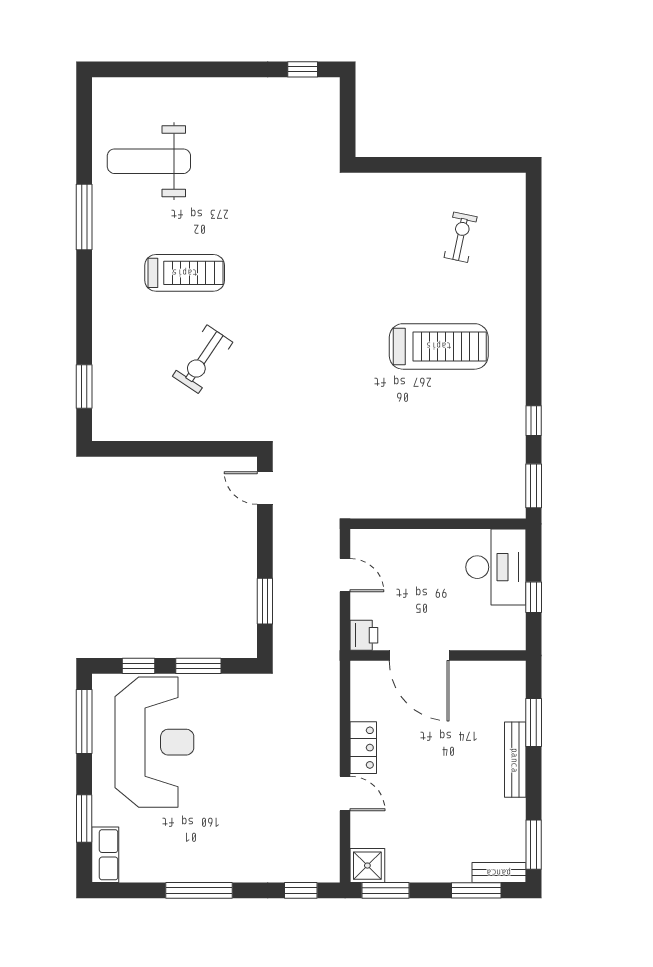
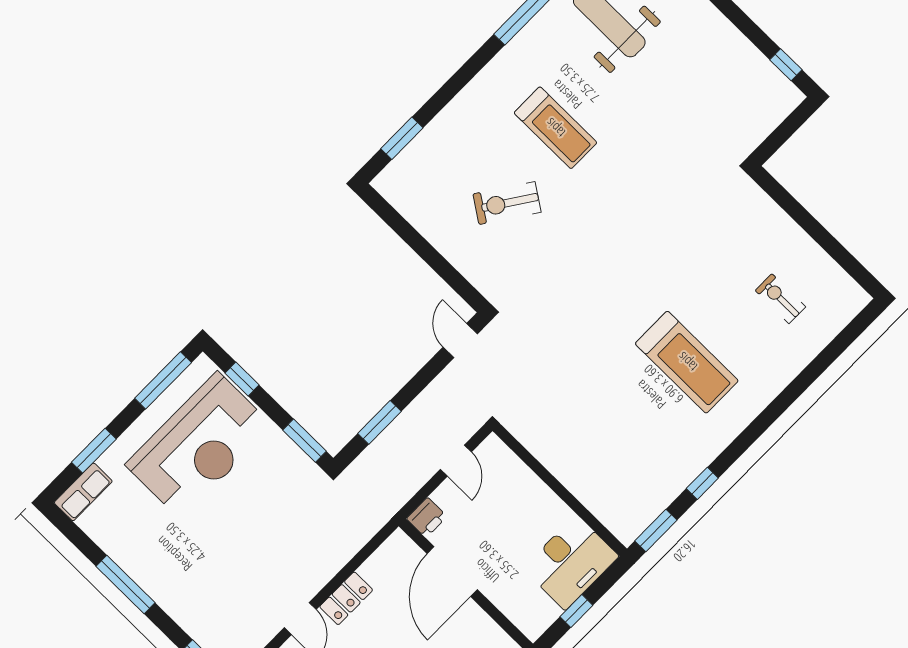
exercise bike: (461, 237) -> (780, 299), turned -102
window: (198, 666) -> (304, 441), moved

